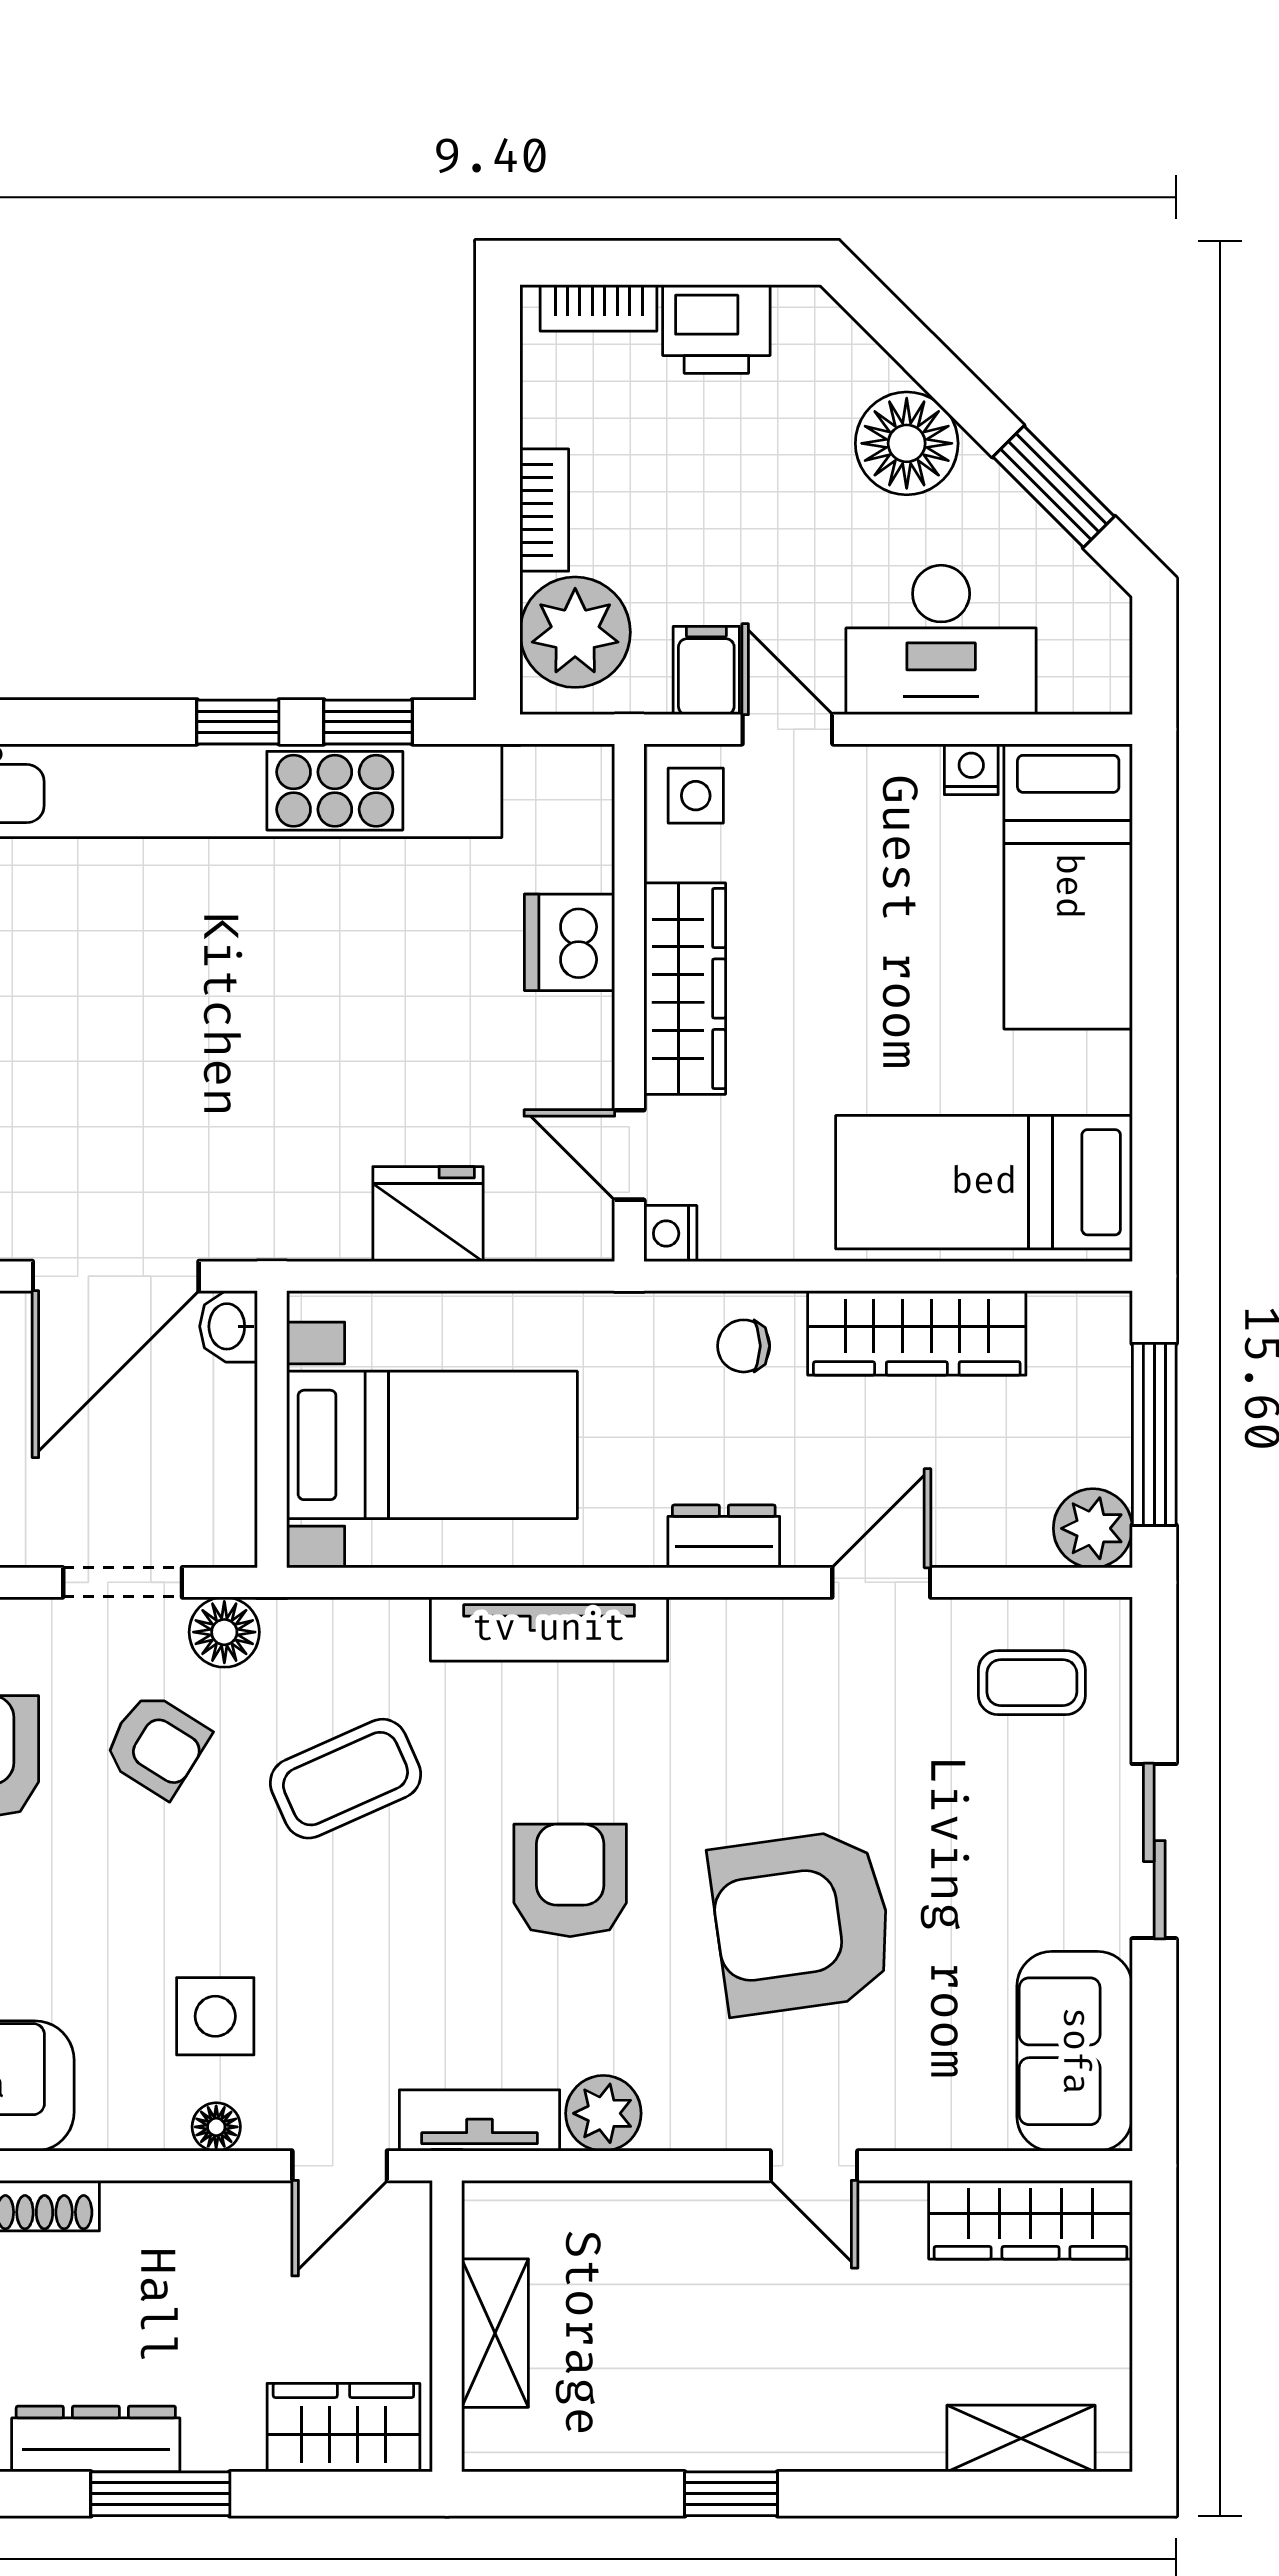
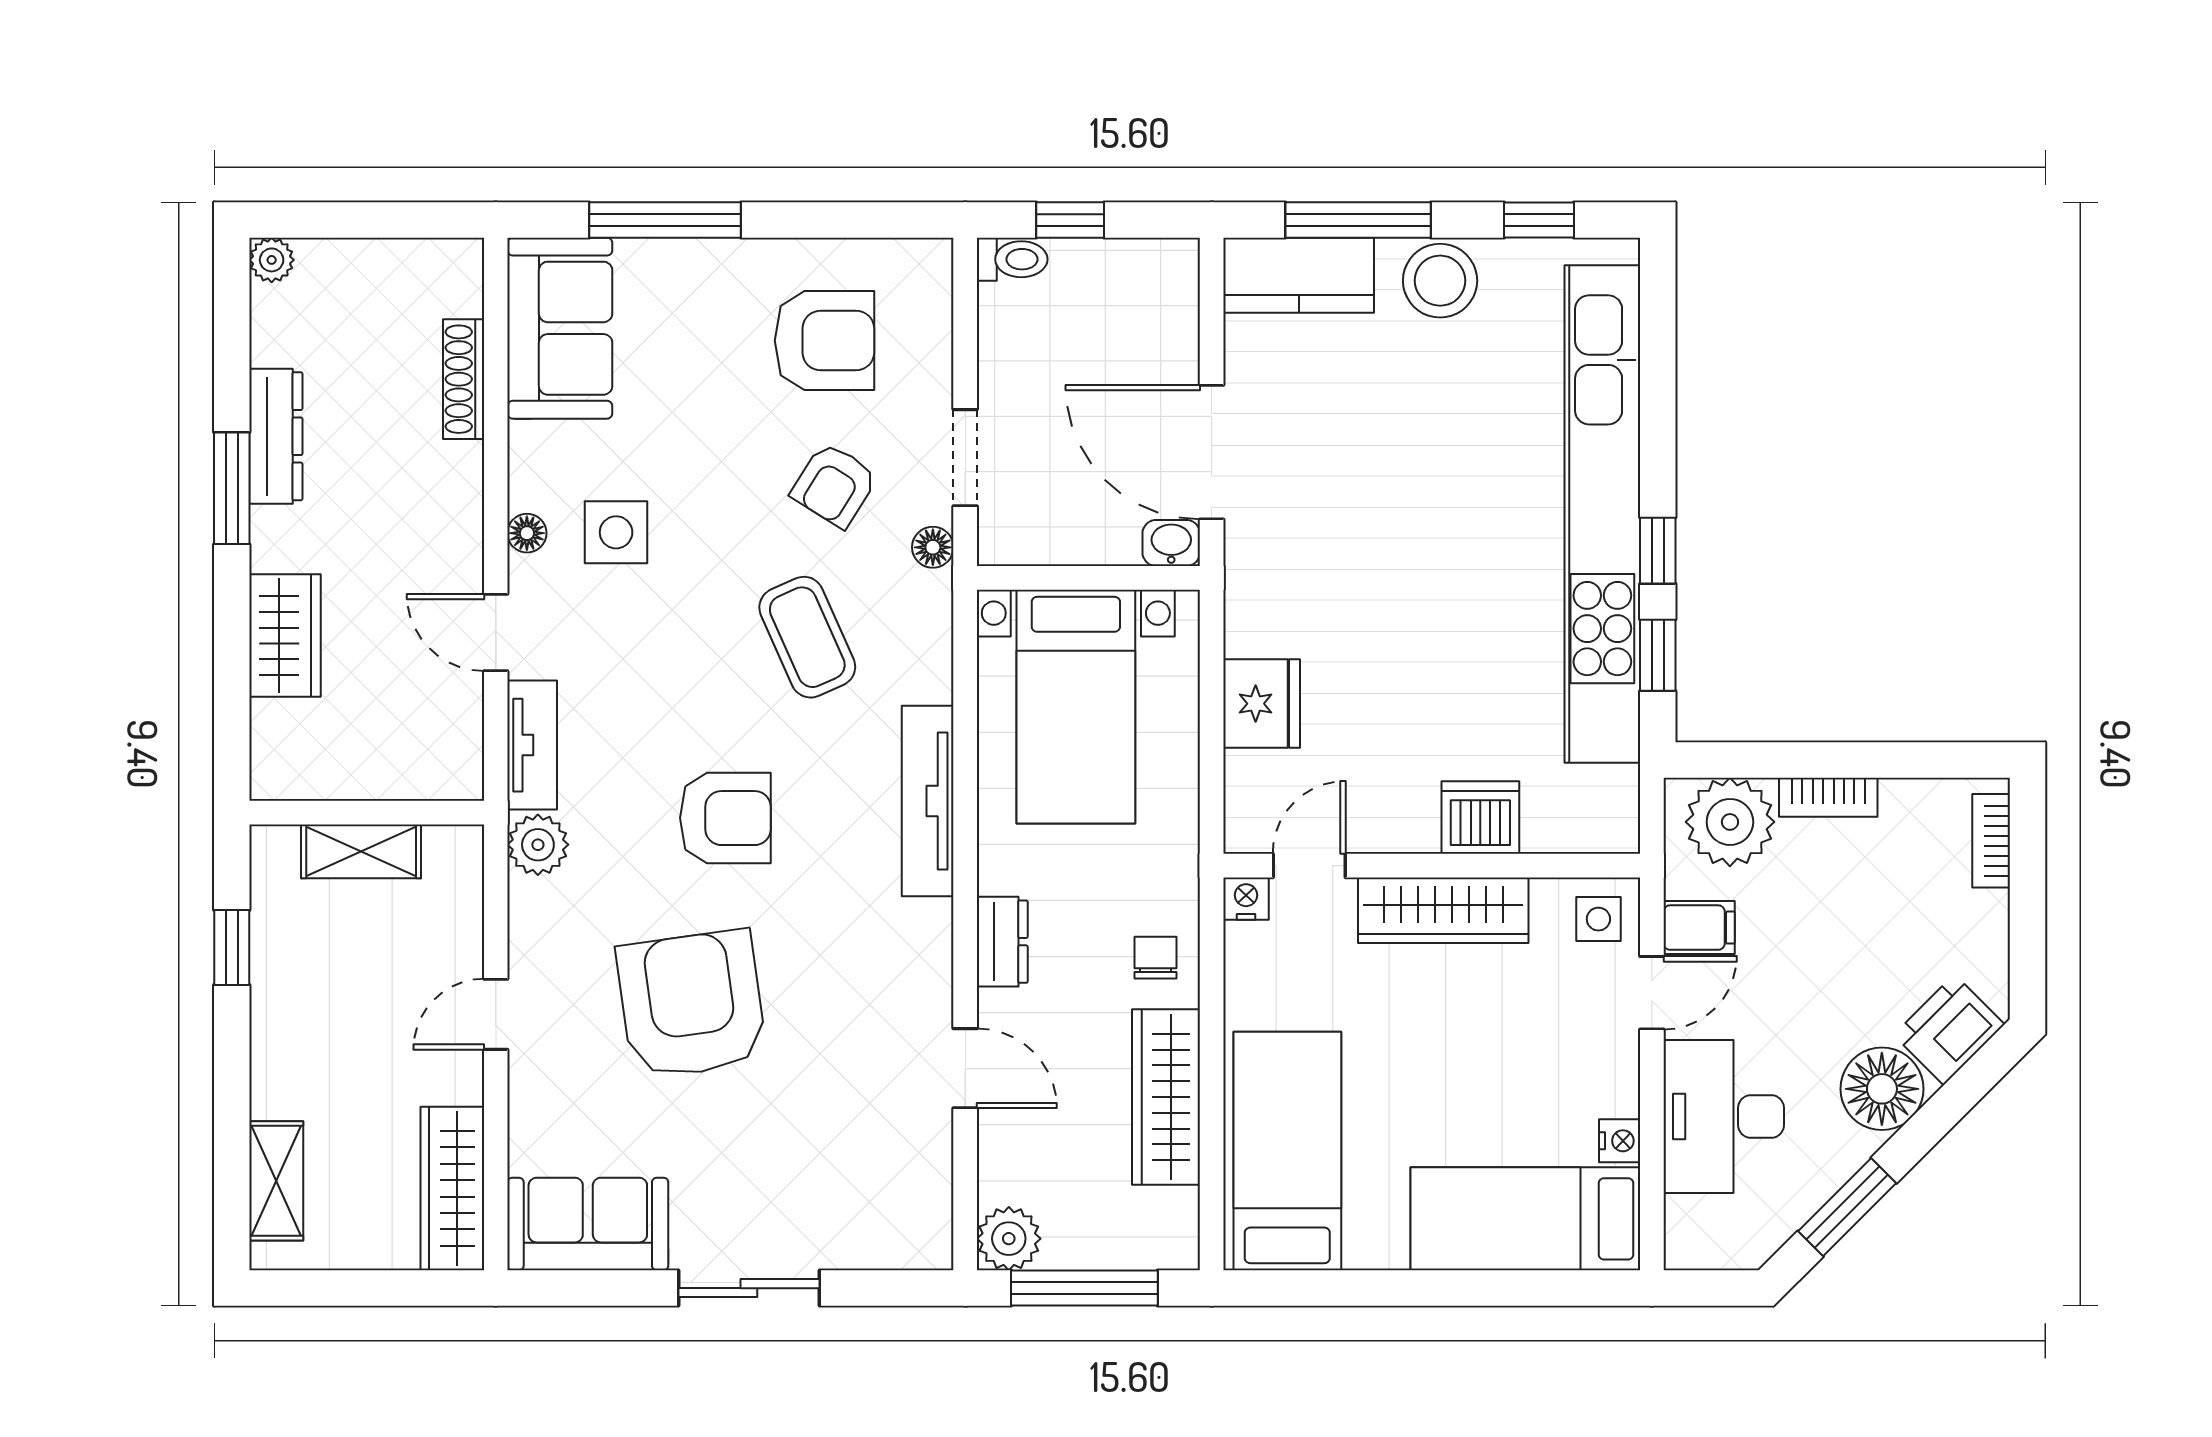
printer: (716, 329) -> (1949, 1030), moved, turned 45
floor lamp: (224, 1632) -> (933, 547), width x0.73, depth x0.73
coffee table: (1032, 1683) -> (885, 1190), removed
wall: (447, 2326) -> (367, 813), moved
shelving: (495, 2333) -> (361, 851), moved

